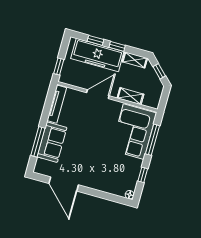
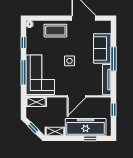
window: (117, 46) -> (72, 138), removed
shelving: (130, 96) -> (36, 102), moved
side table: (95, 138) -> (70, 61), added
window: (38, 142) -> (114, 59), moved
coffee table: (101, 179) -> (55, 31), added

